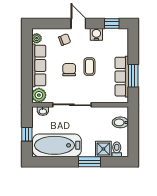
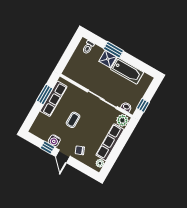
window: (112, 23) -> (48, 148), moved
chair: (69, 70) -> (89, 126), removed
bidet: (120, 122) -> (74, 66), removed
window: (27, 134) -> (143, 105), moved
bathtub: (57, 145) -> (127, 71), width x0.73, depth x0.73
shower: (103, 149) -> (108, 59), moved

